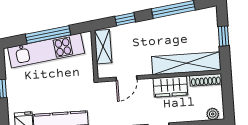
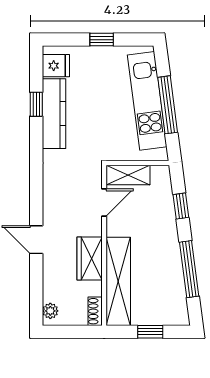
shelving: (103, 47) -> (128, 175), moved
door: (127, 78) -> (104, 203), swing flipped
shoe rack: (206, 80) -> (95, 311), width x0.70

